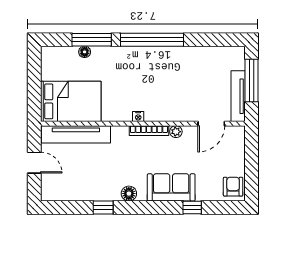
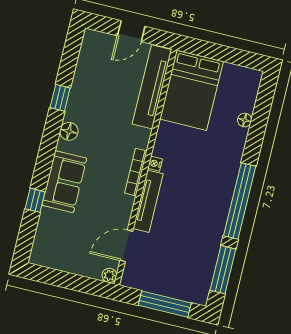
window: (92, 40) -> (223, 270), moved
tv unit: (238, 96) -> (148, 201), moved, turned 90
door: (211, 124) -> (126, 246), hinge flipped
plant: (176, 132) -> (109, 275), moved
armchair: (233, 187) -> (48, 253), removed

